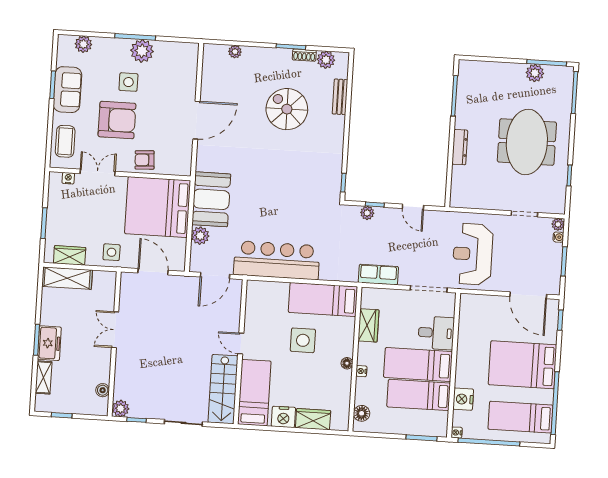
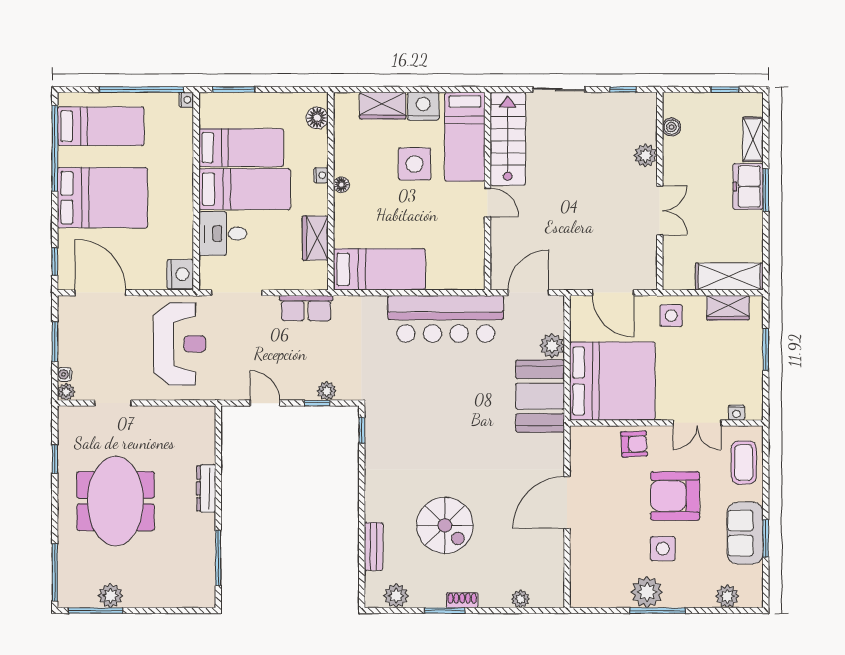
shoe rack: (304, 55) -> (462, 600), moved
side table: (303, 340) -> (415, 164), moved
nightstand: (463, 399) -> (180, 274), moved
plant: (121, 408) -> (645, 155), moved

